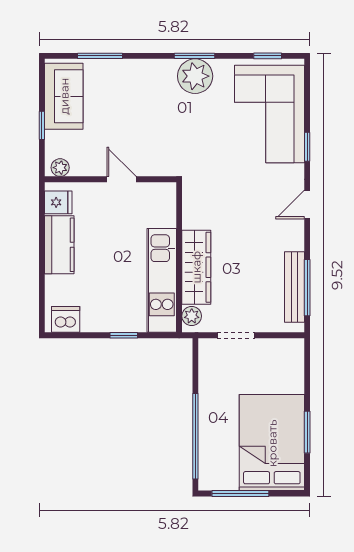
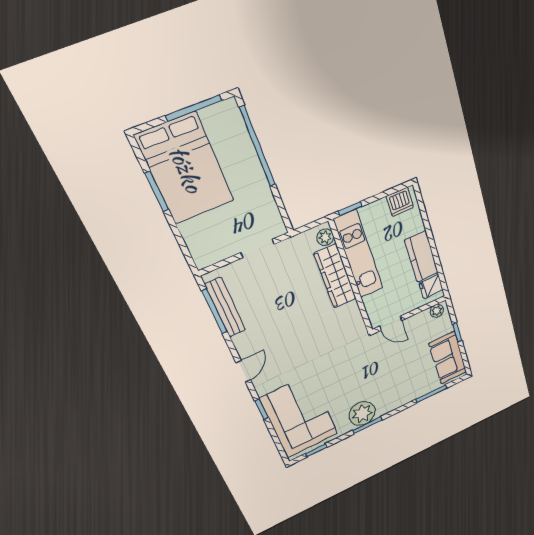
wall: (179, 257) -> (351, 278), moved
wardrobe: (196, 267) -> (335, 276), moved
kitchen unit: (162, 280) -> (359, 254), moved
plant: (192, 316) -> (325, 237), moved

